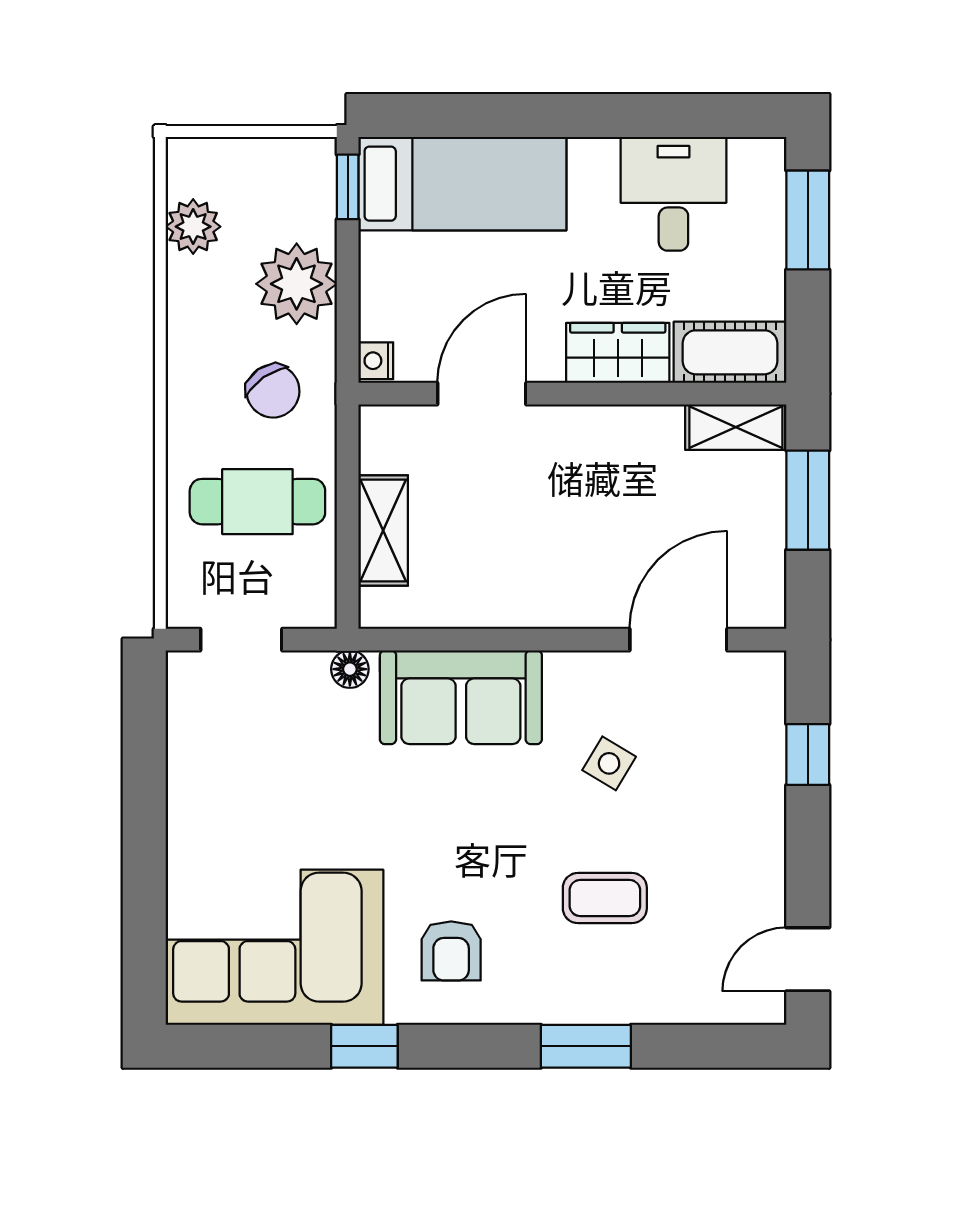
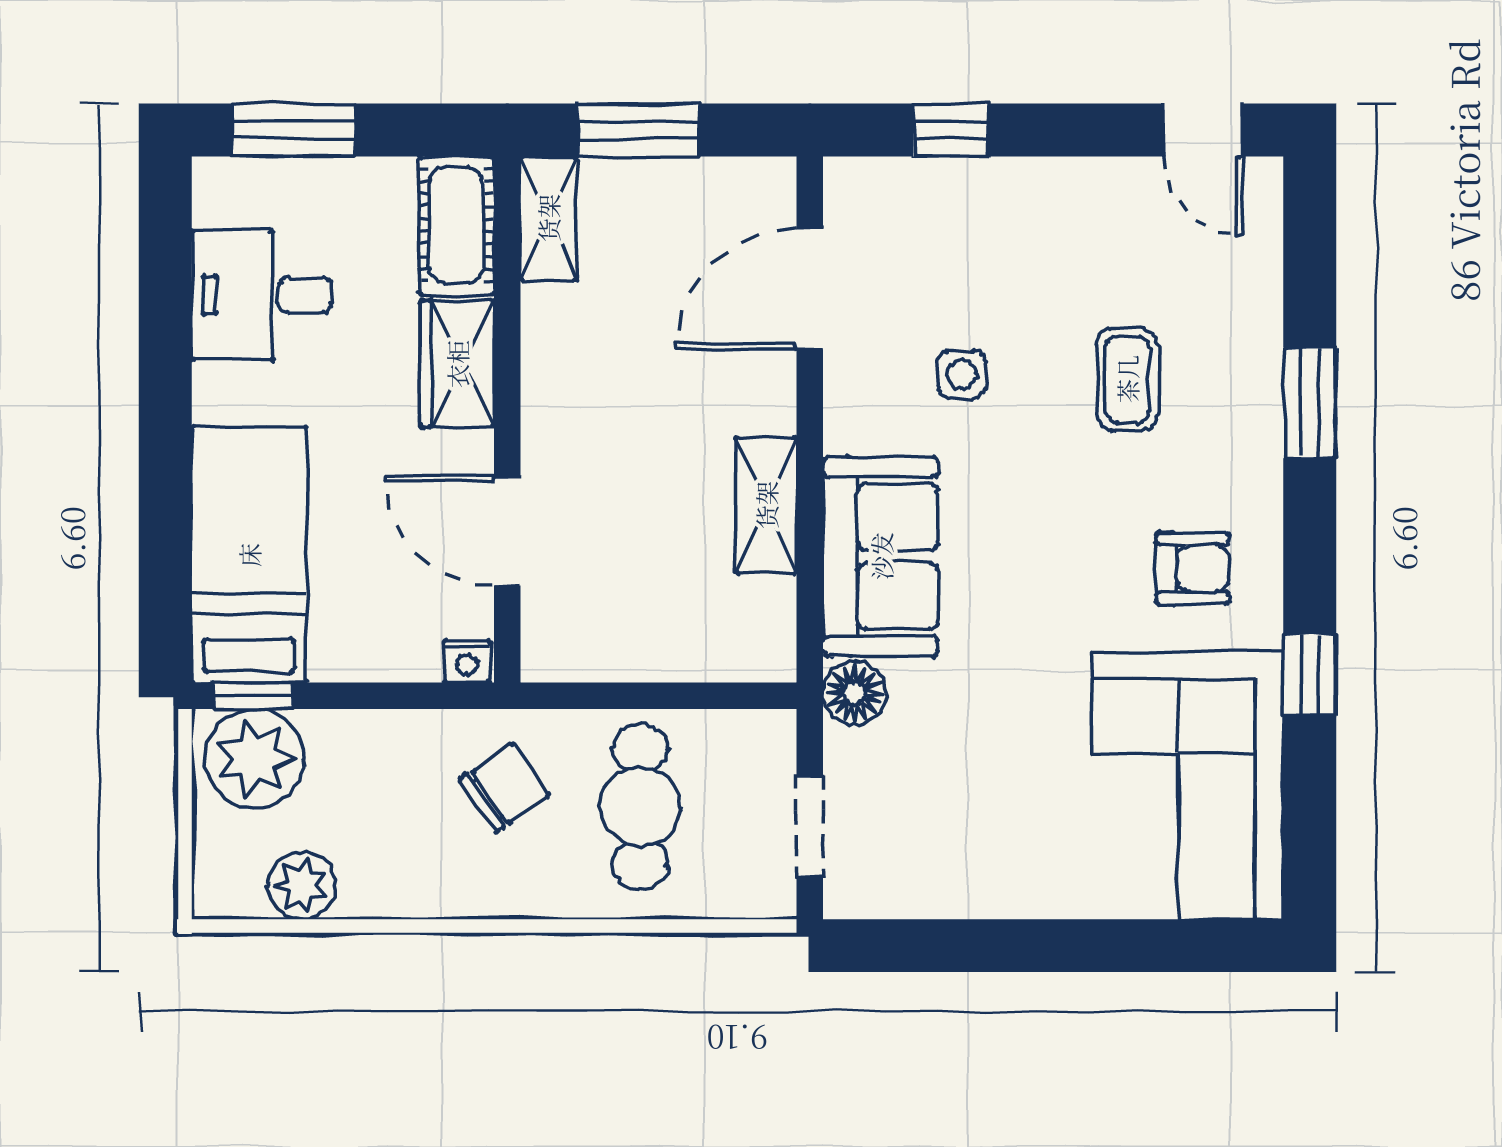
plant: (297, 284) -> (255, 759), moved
shelving: (383, 531) -> (766, 505), moved, turned 90
door: (678, 640) -> (810, 289), hinge flipped
floor lamp: (350, 669) -> (855, 693), width x1.37, depth x1.37
side table: (609, 763) -> (962, 374), turned -31

